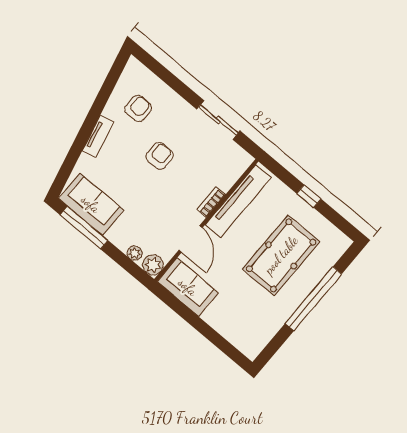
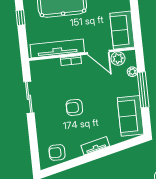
armchair: (138, 108) -> (57, 152), moved
window: (84, 228) -> (143, 90), moved
door: (191, 239) -> (98, 52), swing flipped
plant: (153, 265) -> (118, 58), moved

